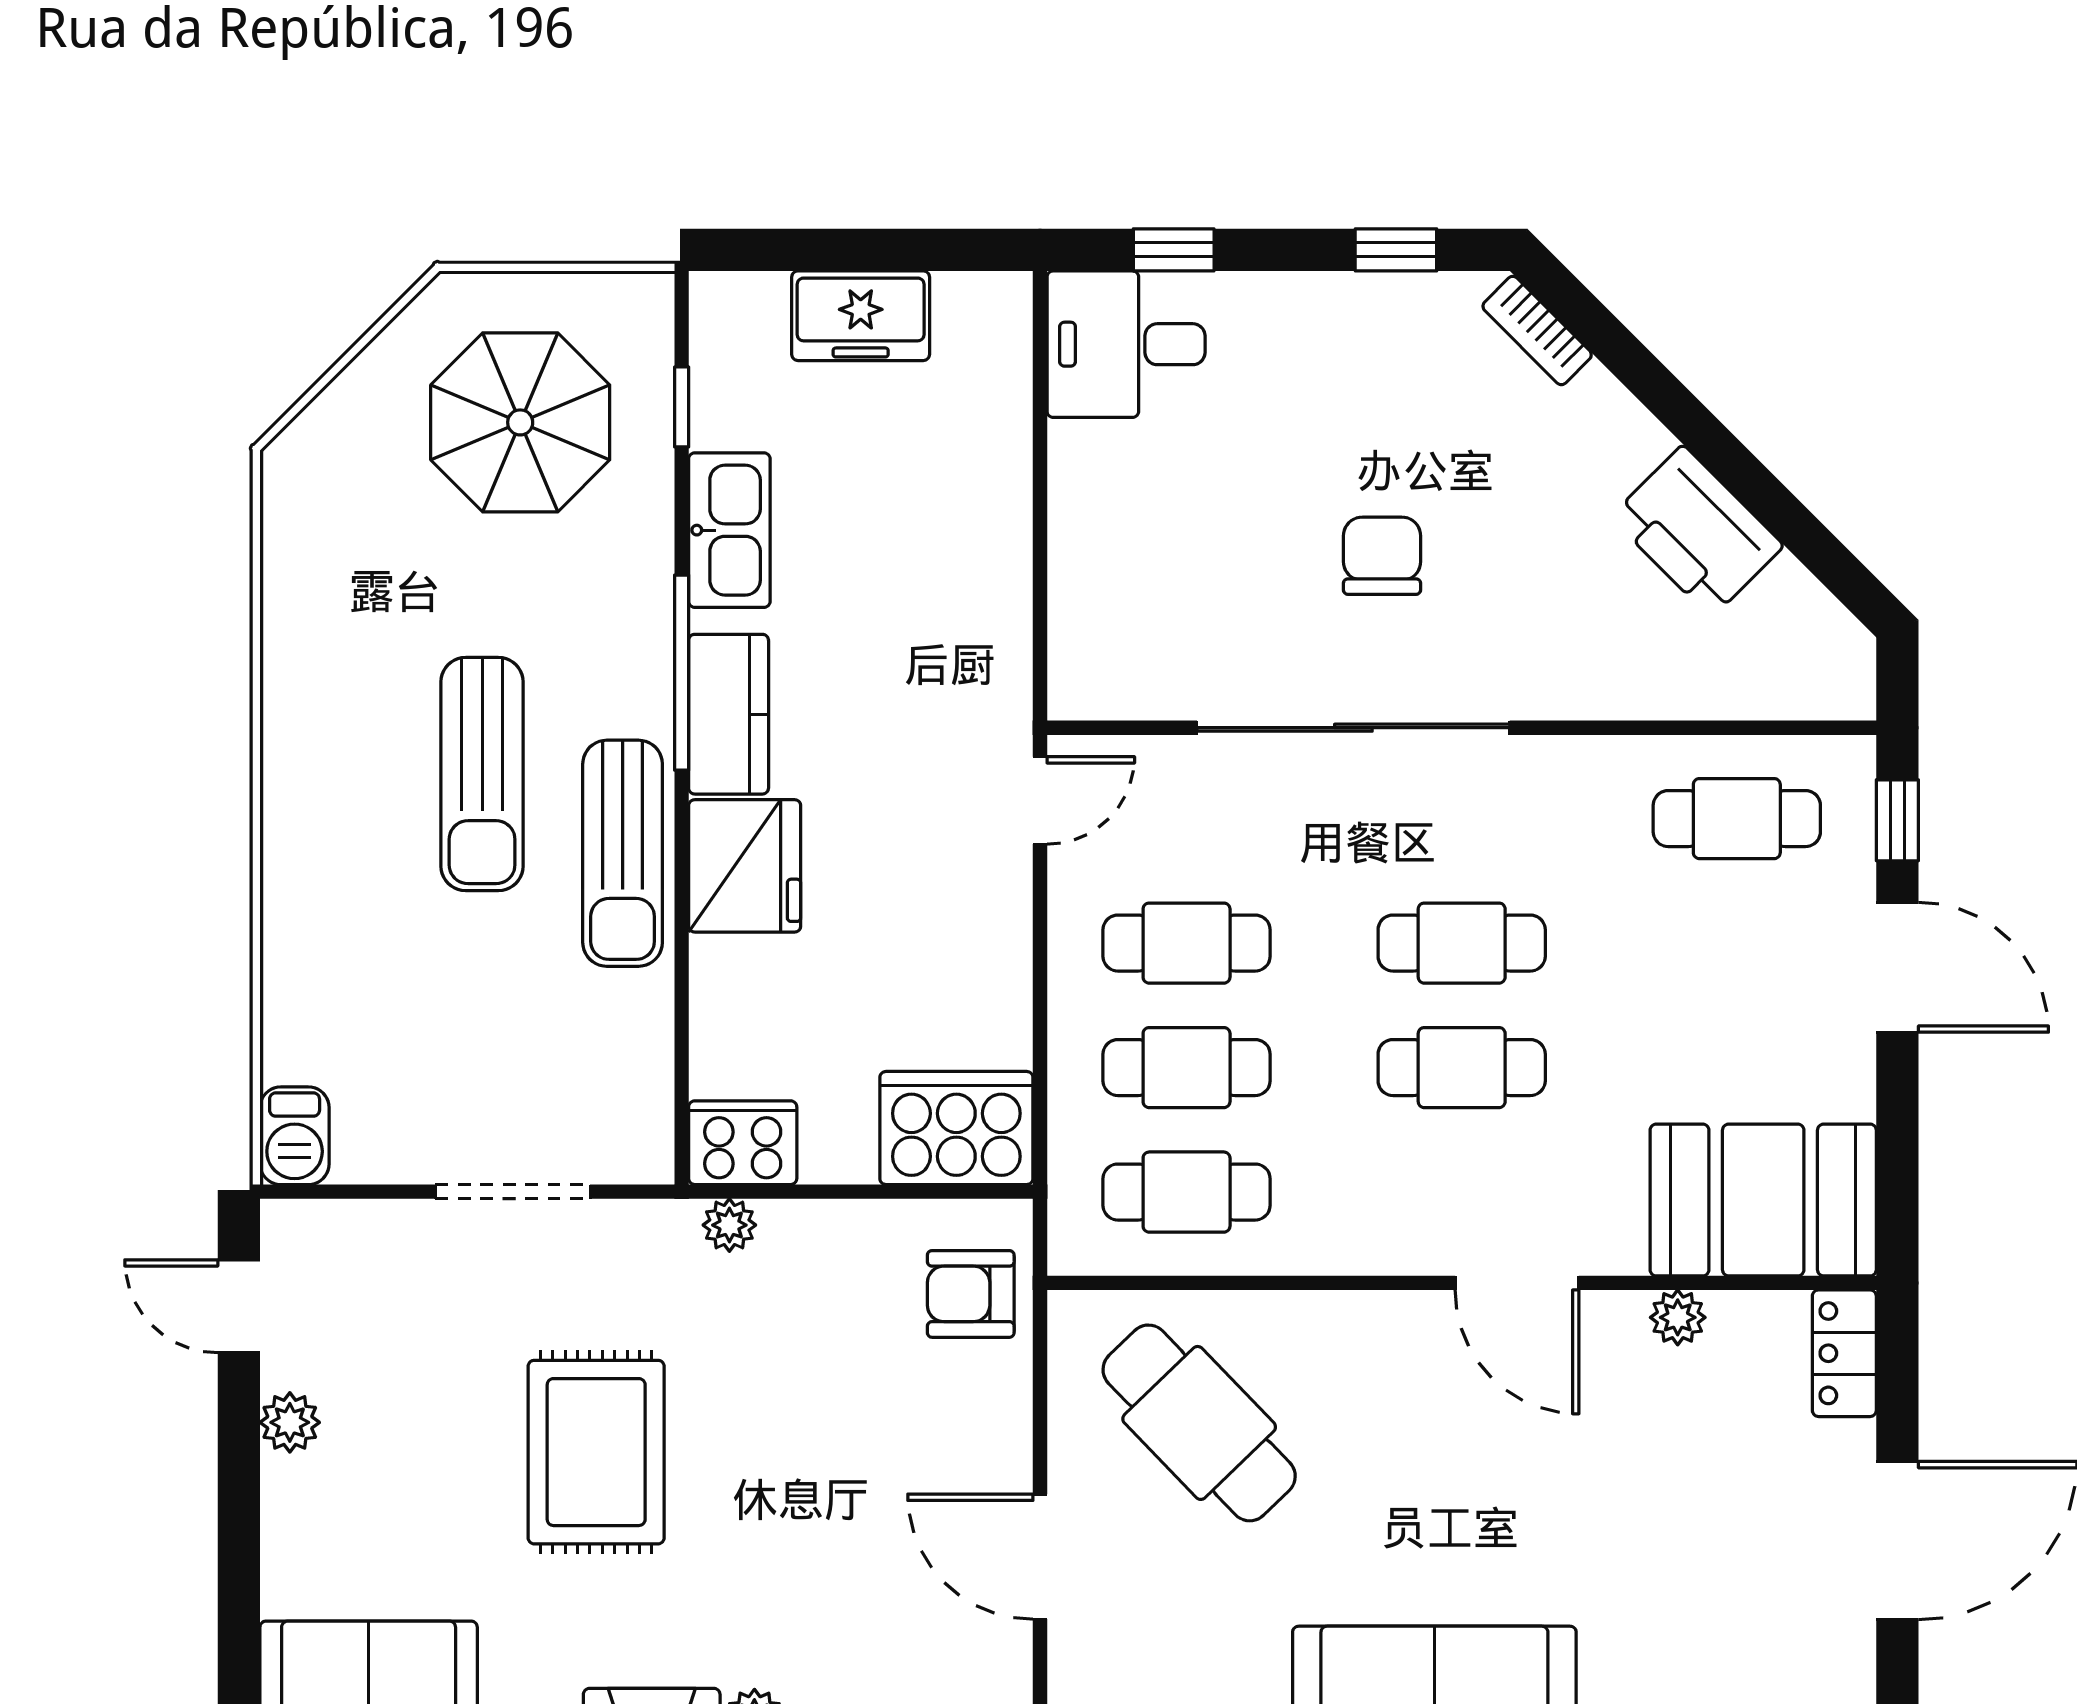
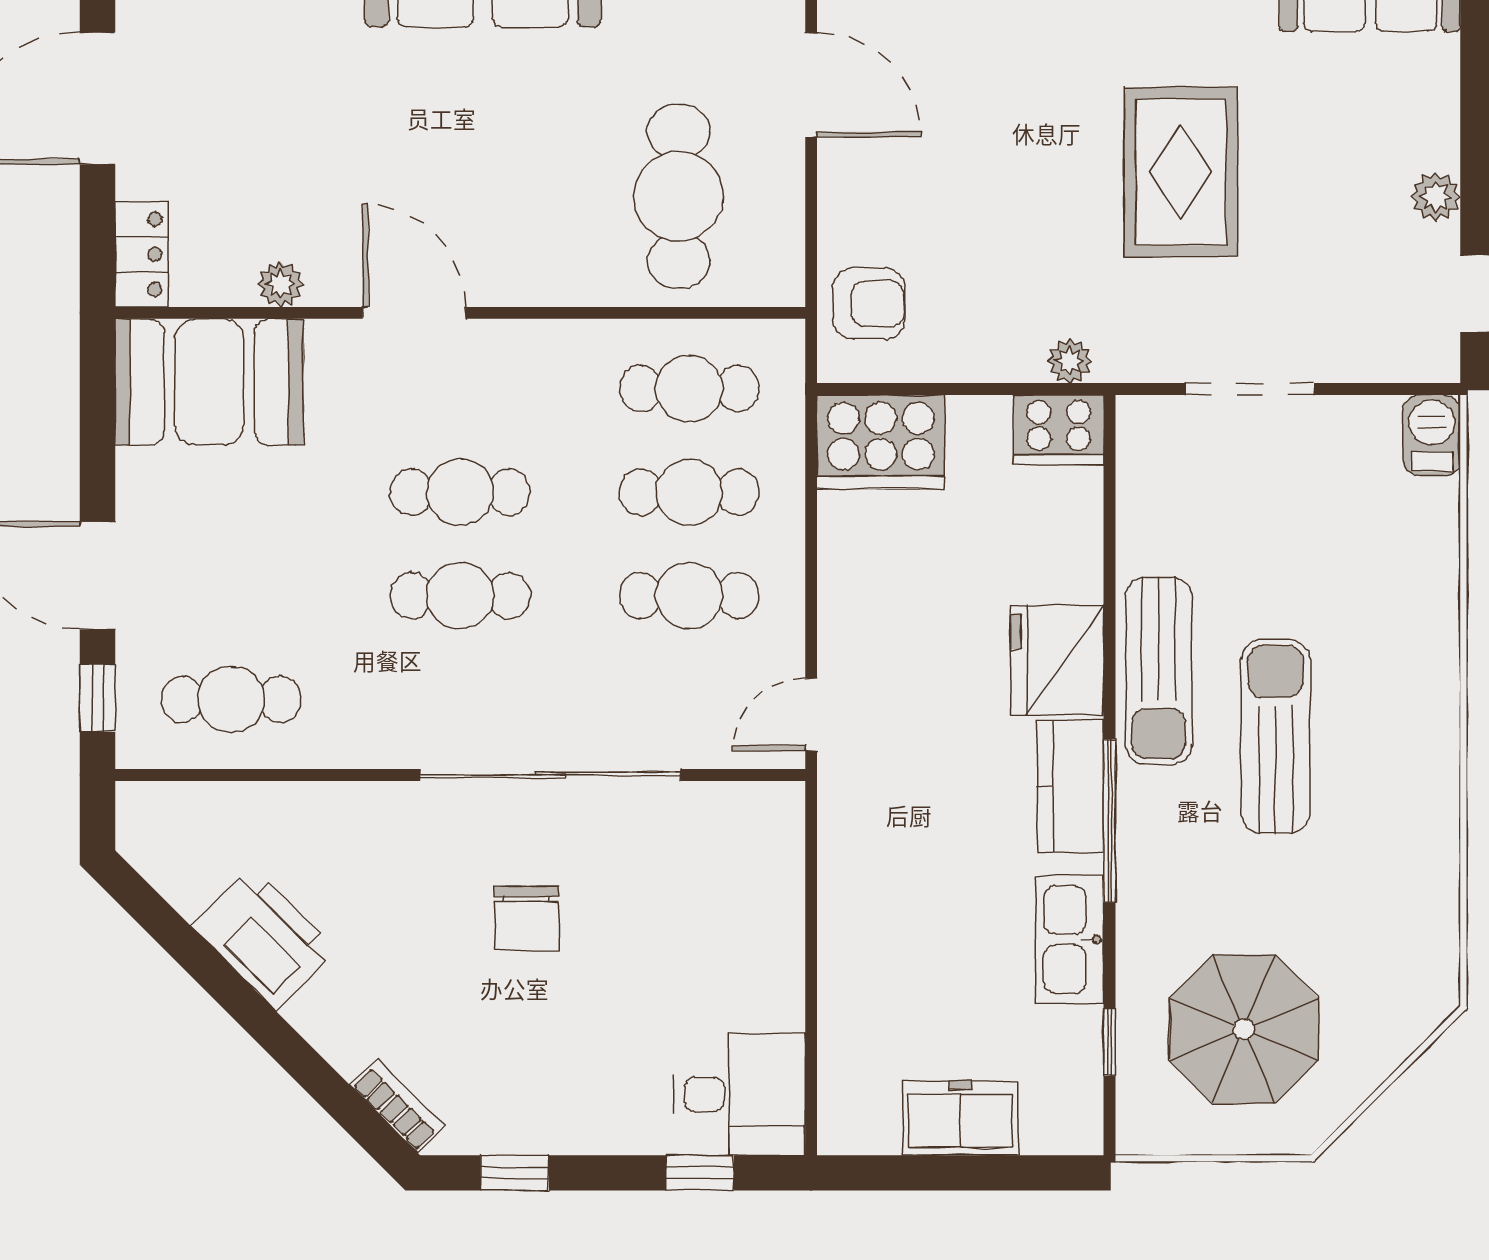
sun lounger: (623, 853) -> (1159, 671), turned 180
cafe table: (1199, 1423) -> (679, 196), turned 44

